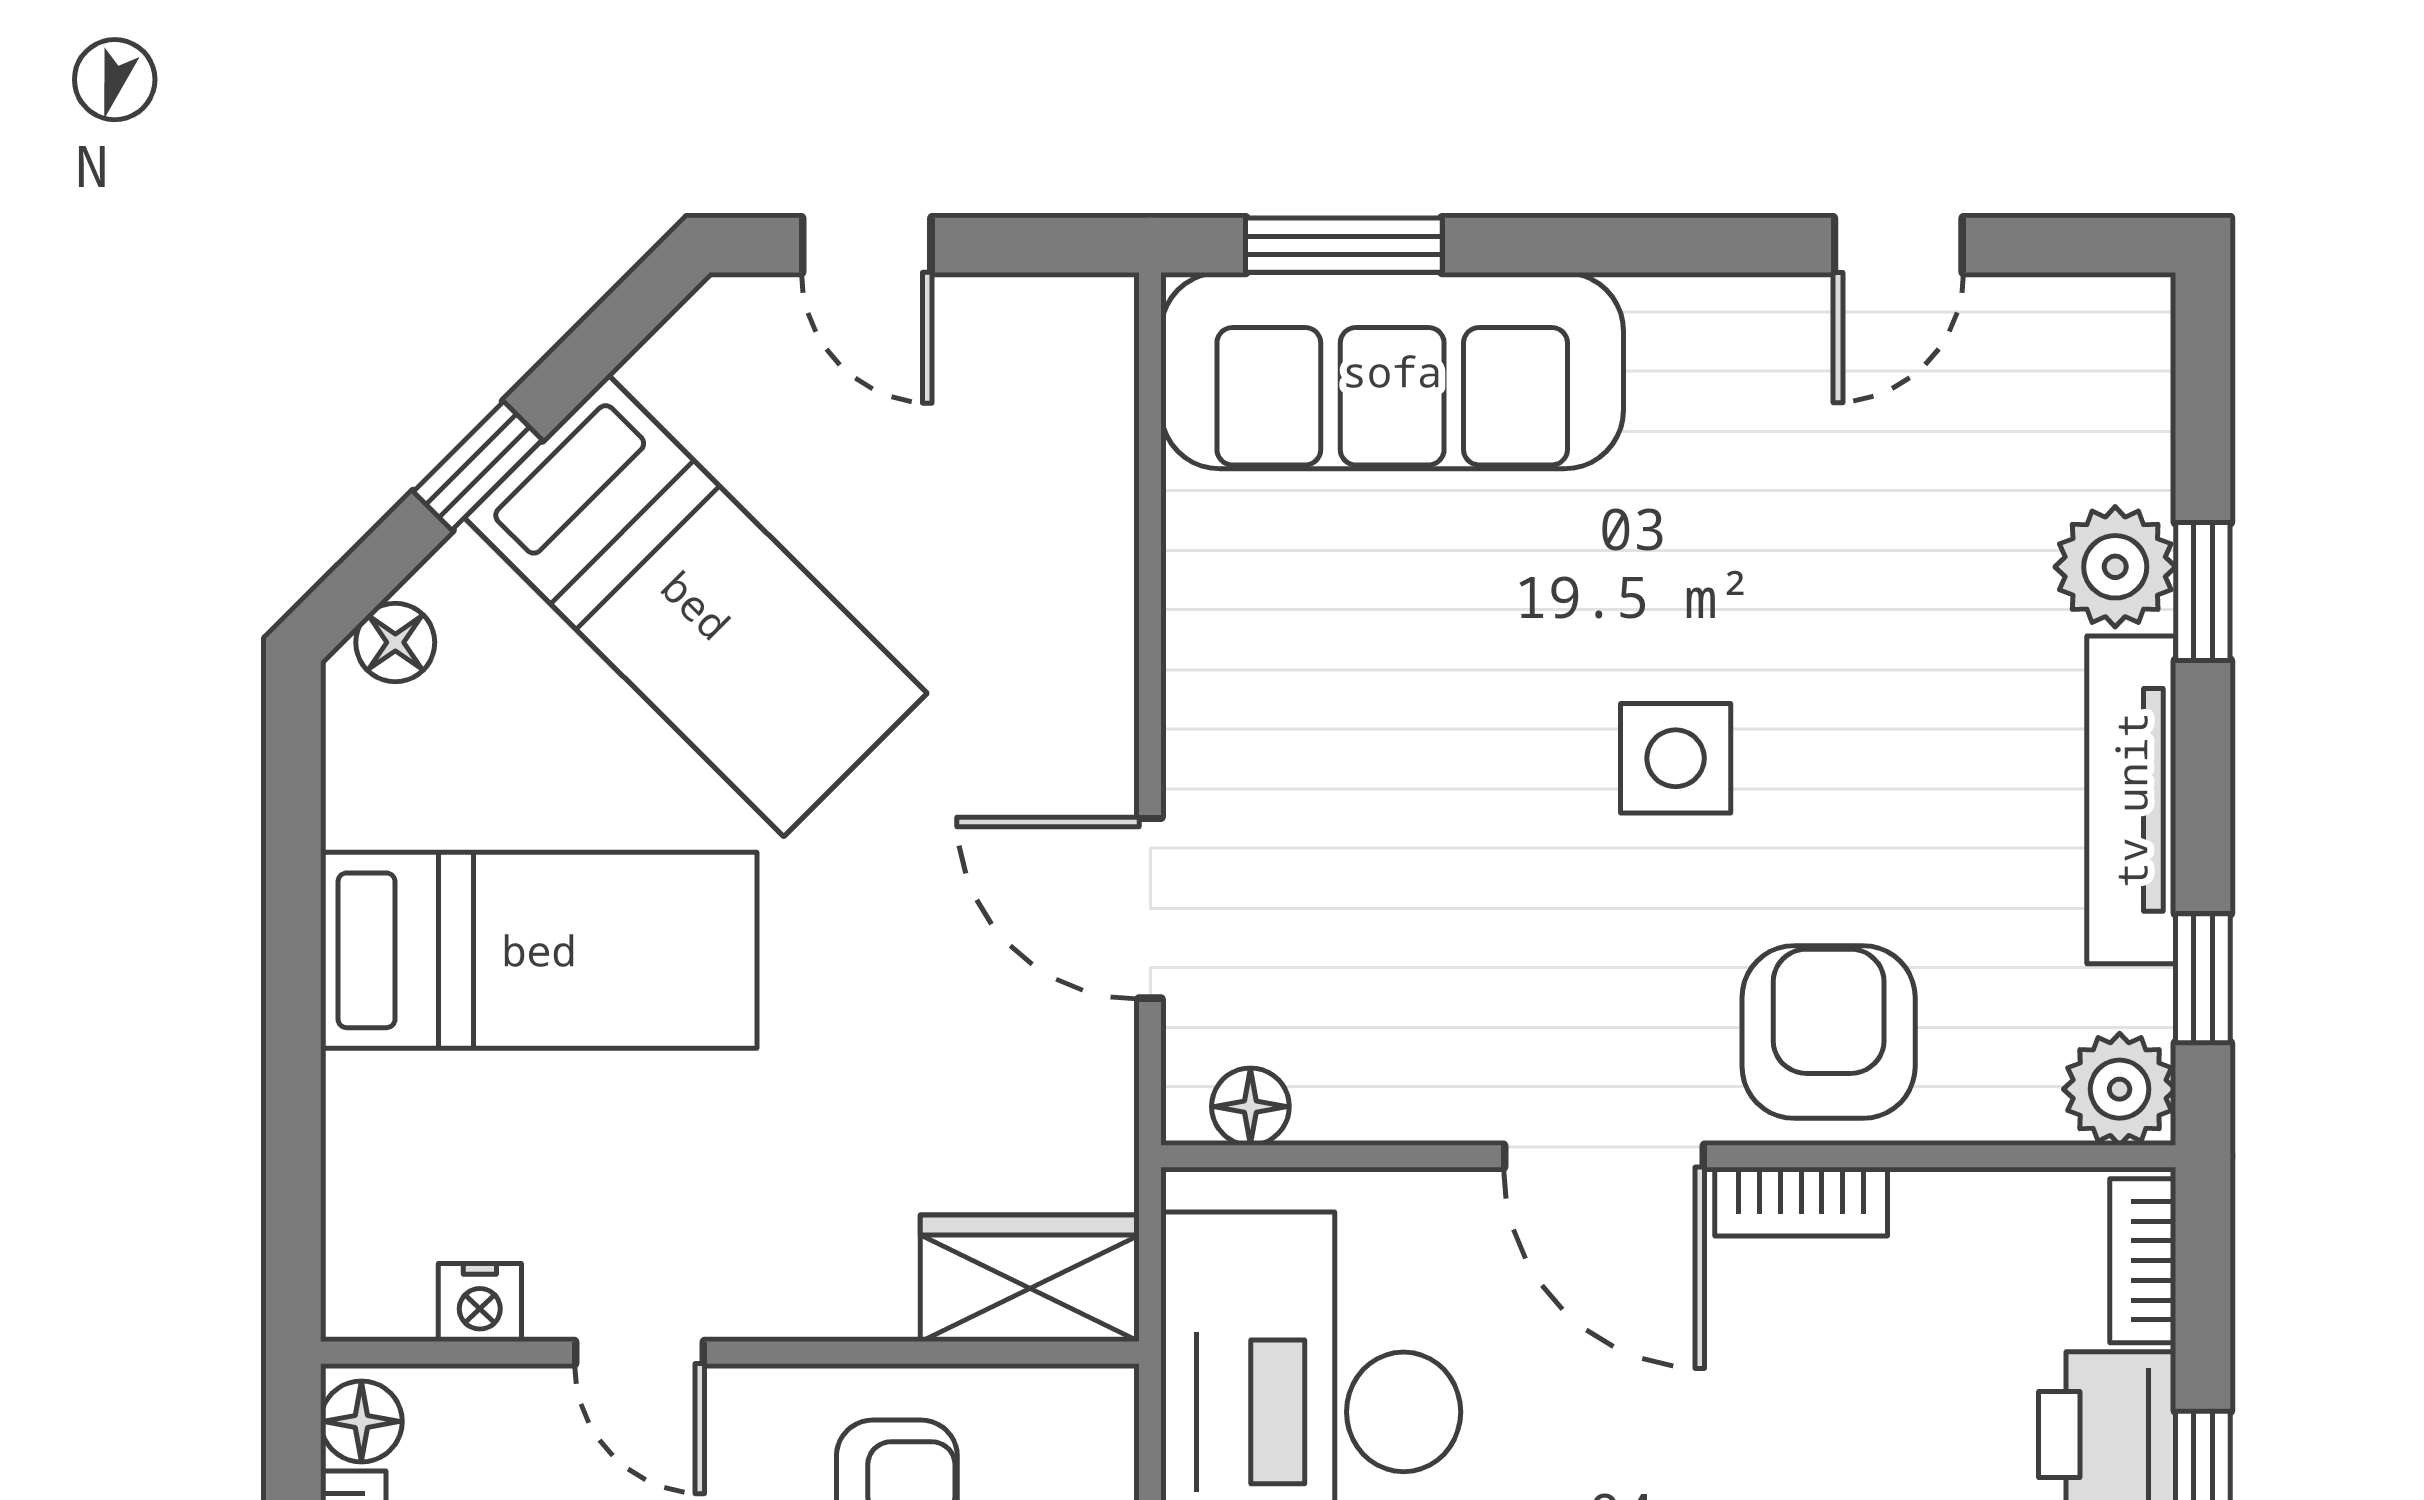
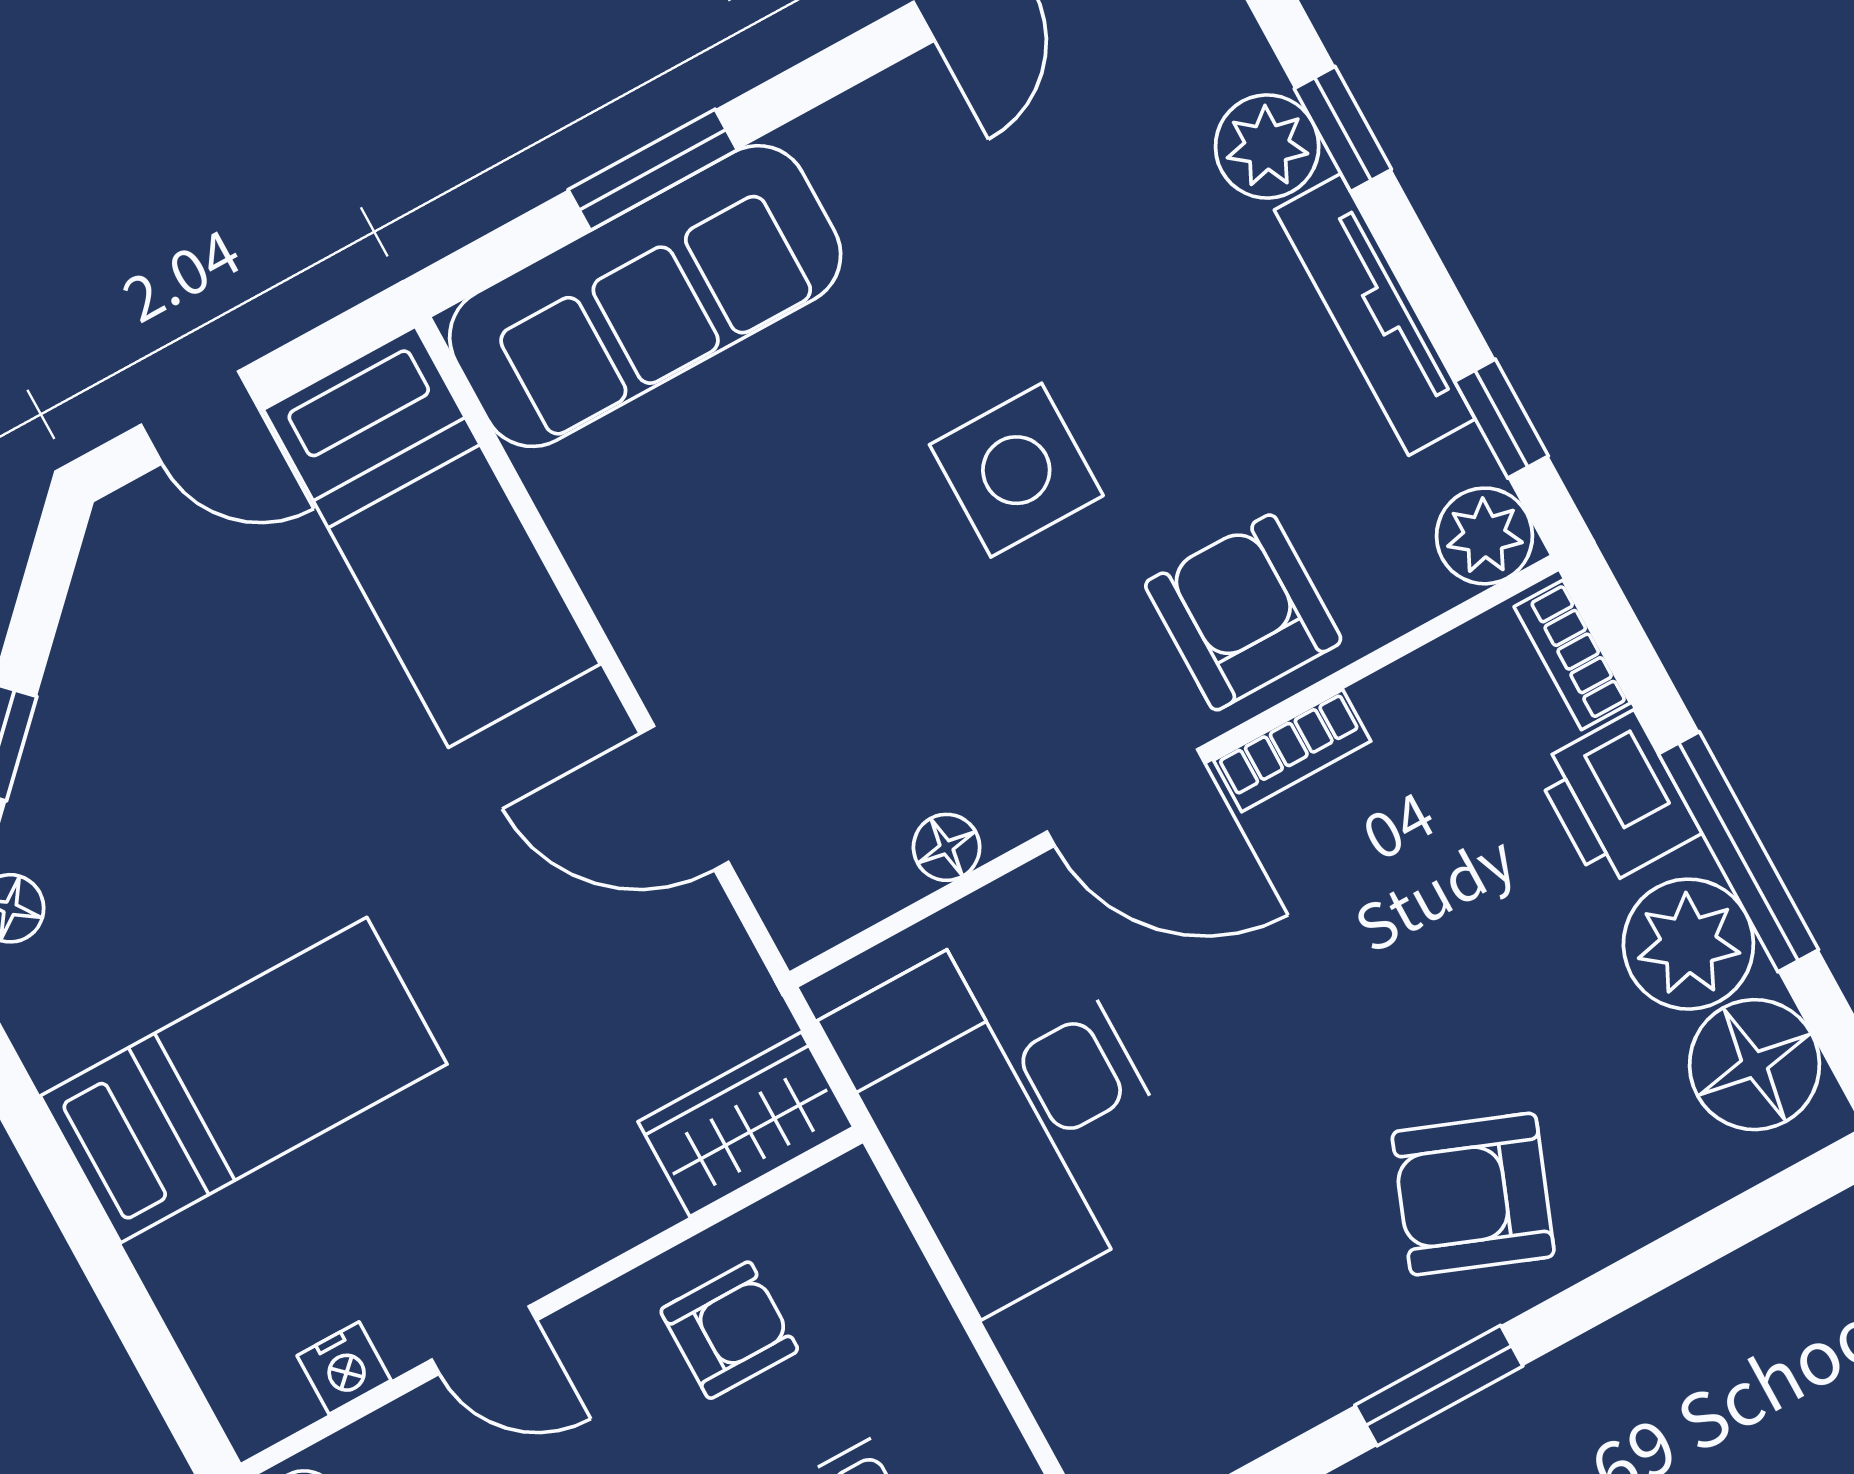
window: (1344, 245) -> (653, 170), moved
bed: (696, 605) -> (432, 537), moved, turned 45
side table: (1676, 758) -> (1016, 470), width x1.37, depth x1.37
floor lamp: (1250, 1107) -> (947, 847), moved

